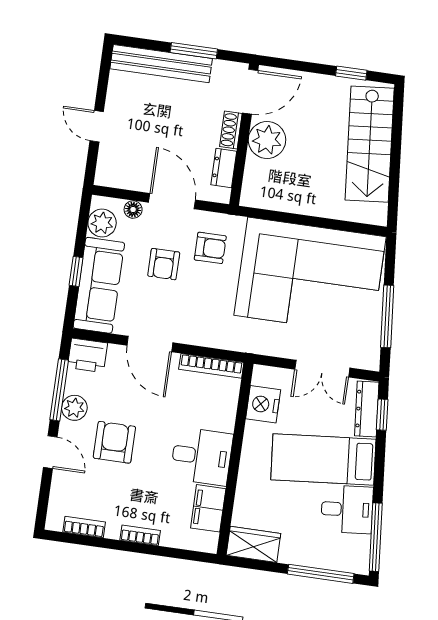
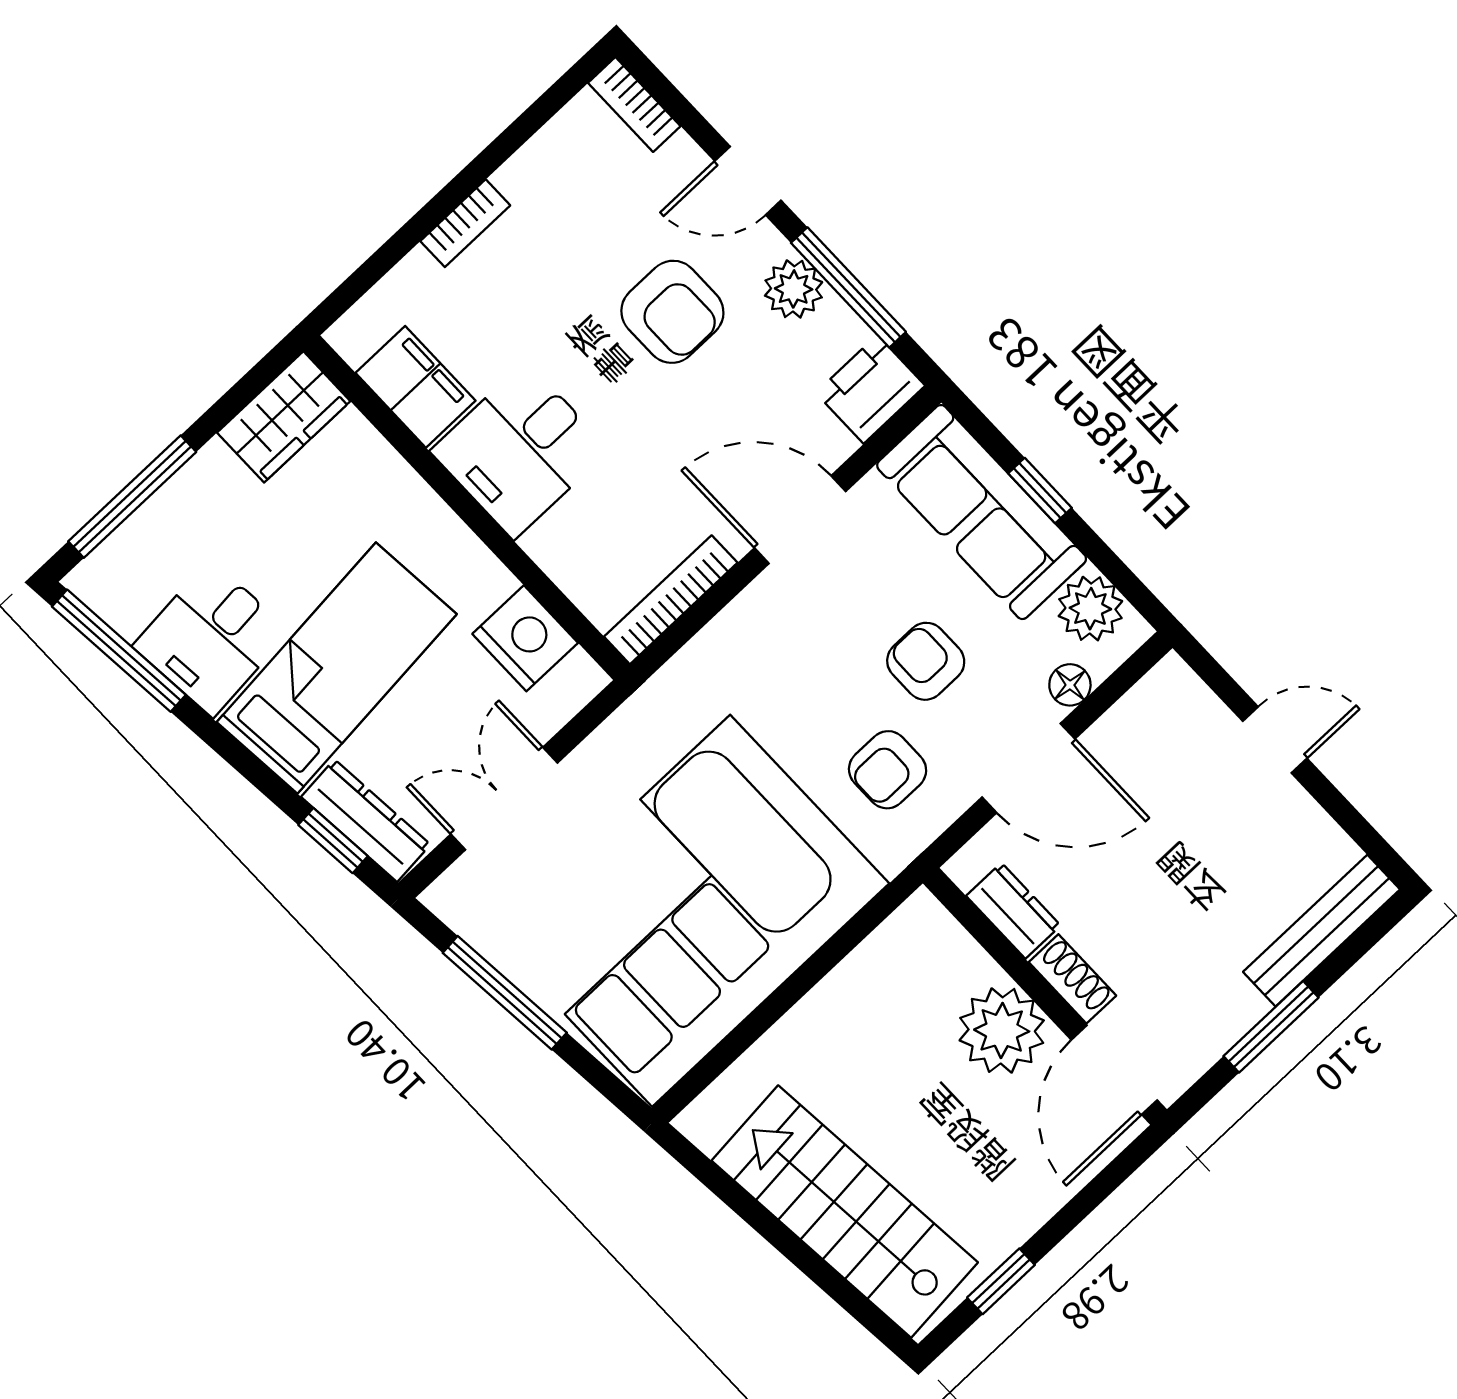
bench: (161, 64) -> (1322, 931), width x0.73, depth x0.82
bookcase: (84, 527) -> (634, 104), moved, turned 90

